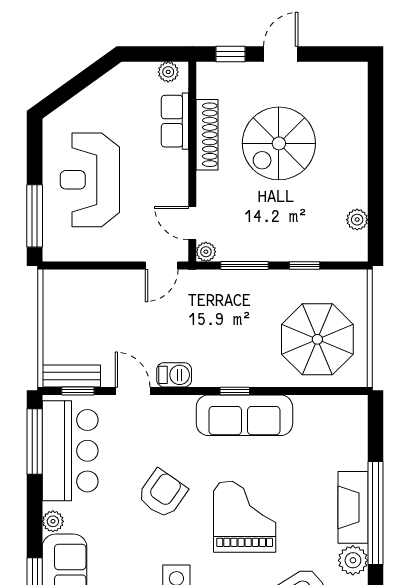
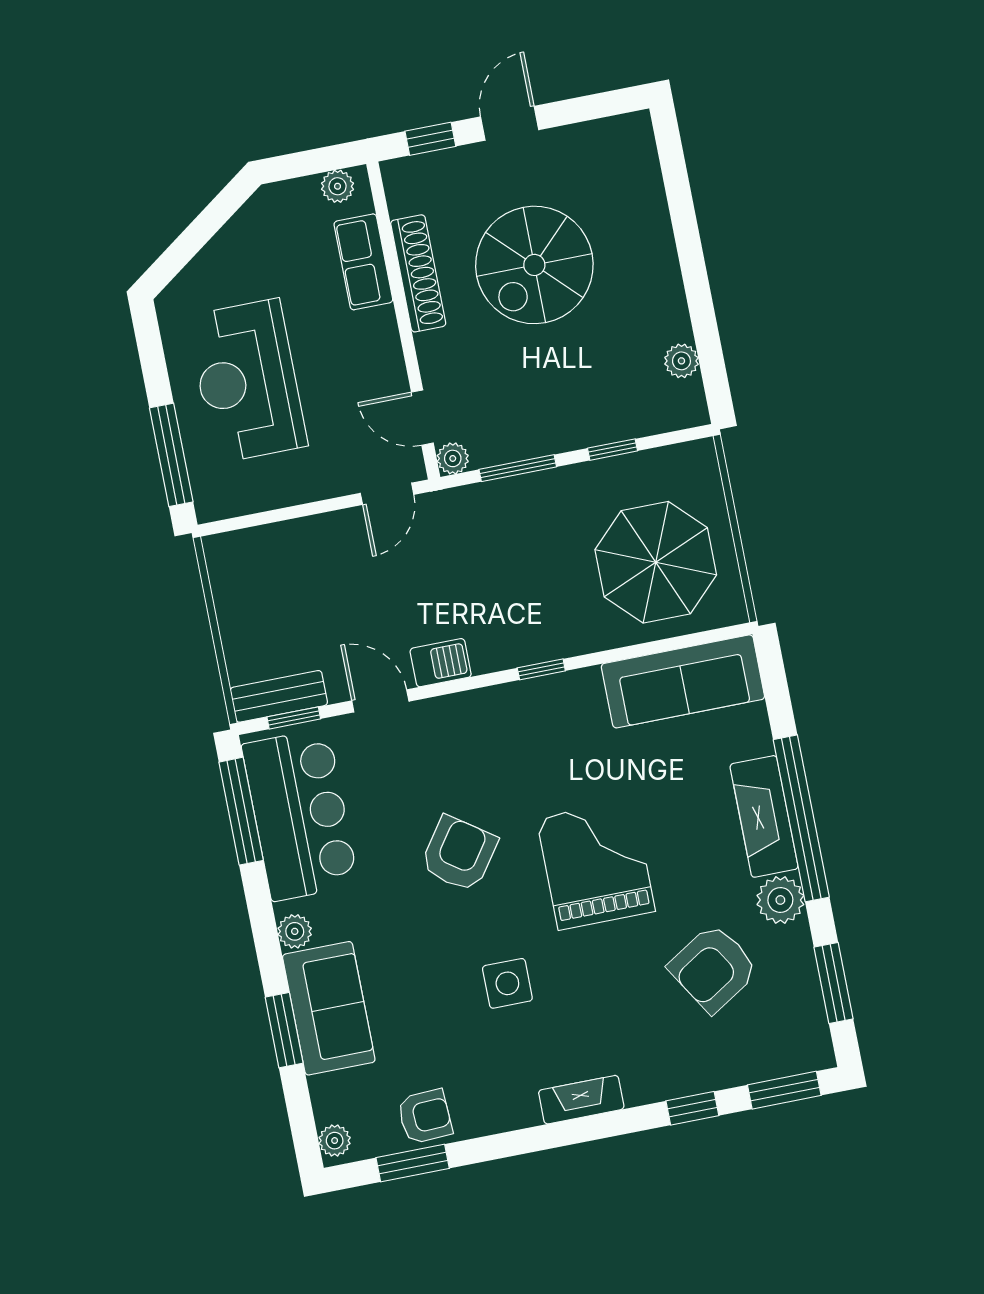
sofa: (244, 415) -> (683, 681), moved

